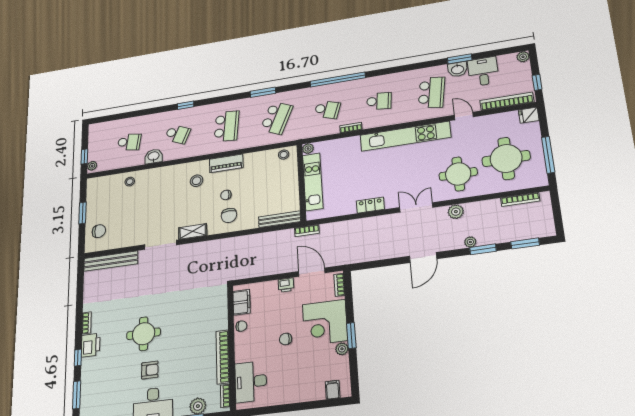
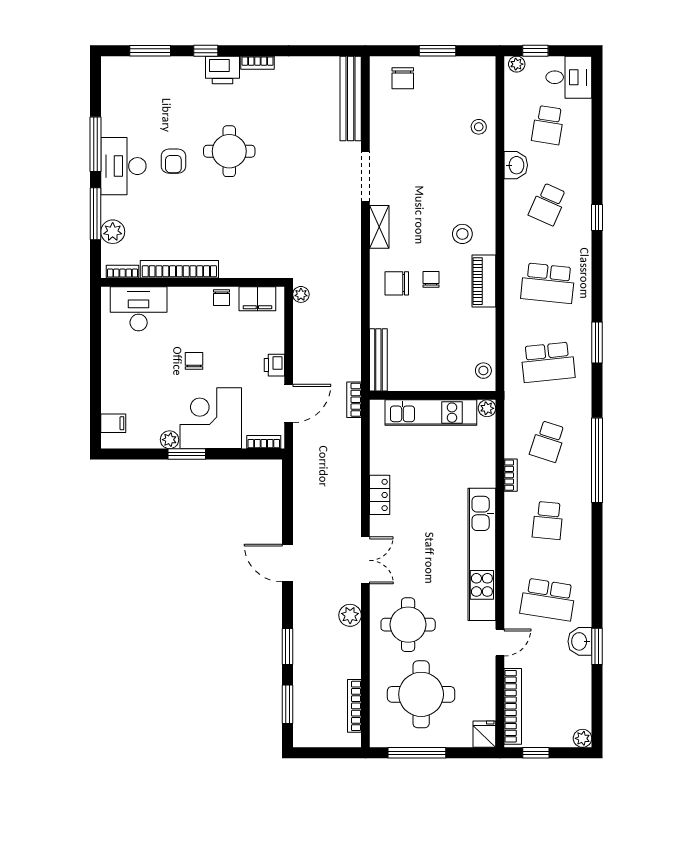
desk: (483, 71) -> (569, 77), moved
school desk: (277, 118) -> (548, 362), turned -30
plant: (470, 242) -> (301, 294), moved

